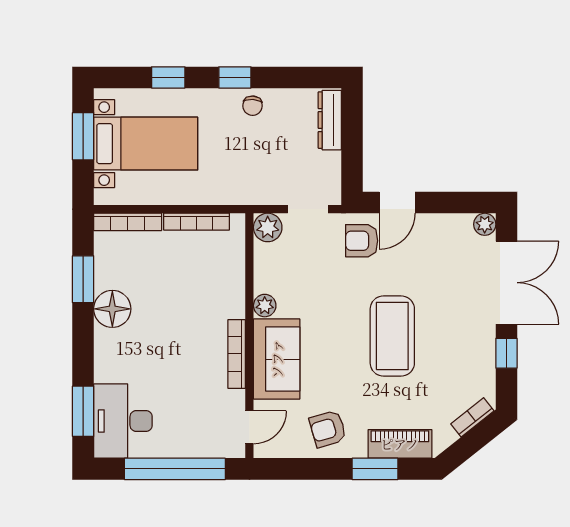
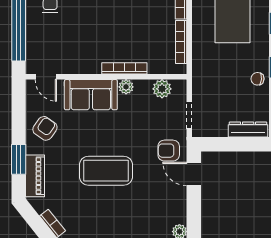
plant: (268, 227) -> (162, 89), moved
armchair: (362, 241) -> (169, 151), turned -90
bookcase: (237, 354) -> (124, 68), moved
armchair: (328, 429) -> (45, 128), turned 51

